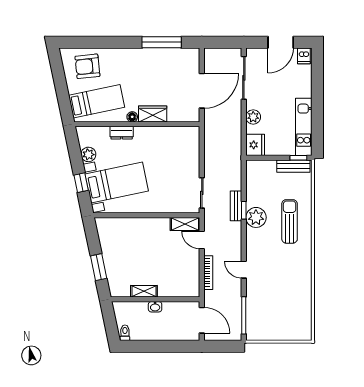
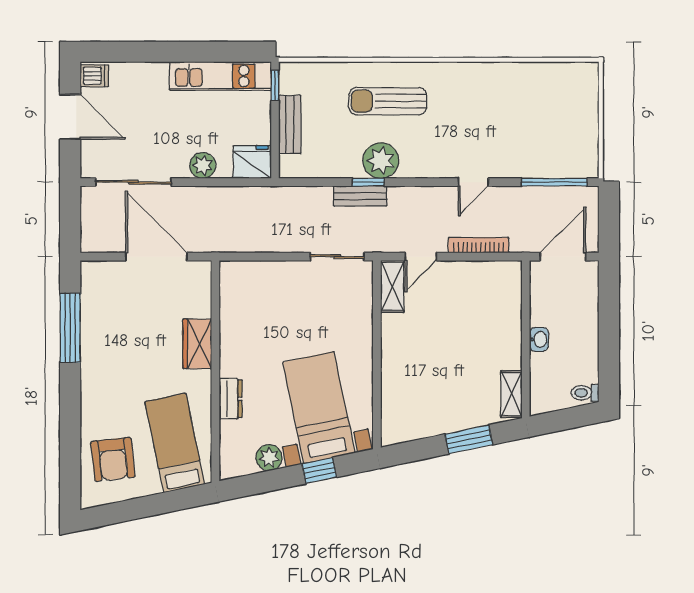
floor lamp: (132, 117) -> (202, 380), removed
bench: (293, 166) -> (290, 124), moved
shelving: (144, 291) -> (511, 394), moved

